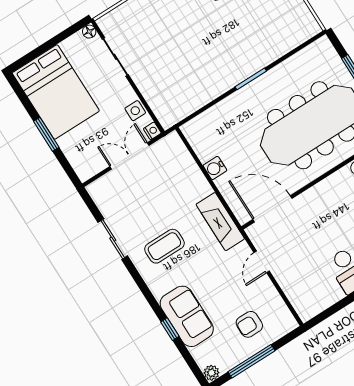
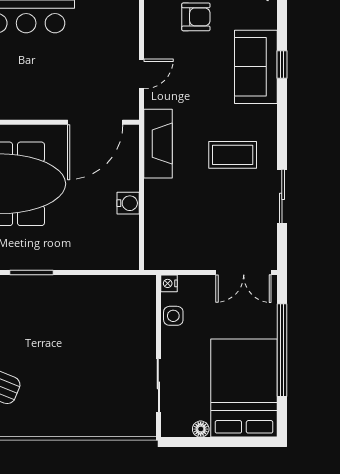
floor lamp: (89, 32) -> (201, 429), moved
window: (46, 134) -> (282, 350), width x2.11
double door: (129, 156) -> (244, 272), moved
door: (272, 209) -> (95, 122), hinge flipped

